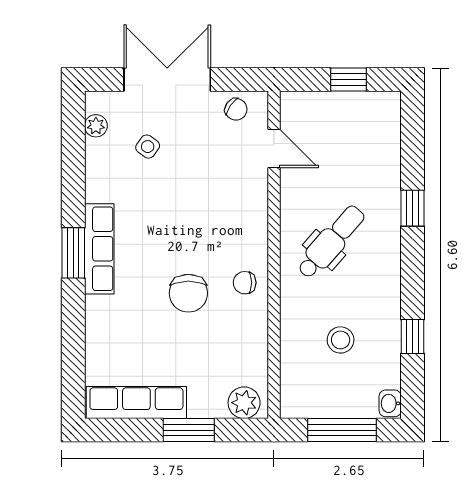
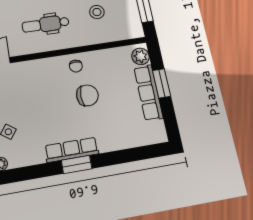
dental chair: (331, 242) -> (46, 24), turned -41
row of seats: (136, 403) -> (148, 93), moved

